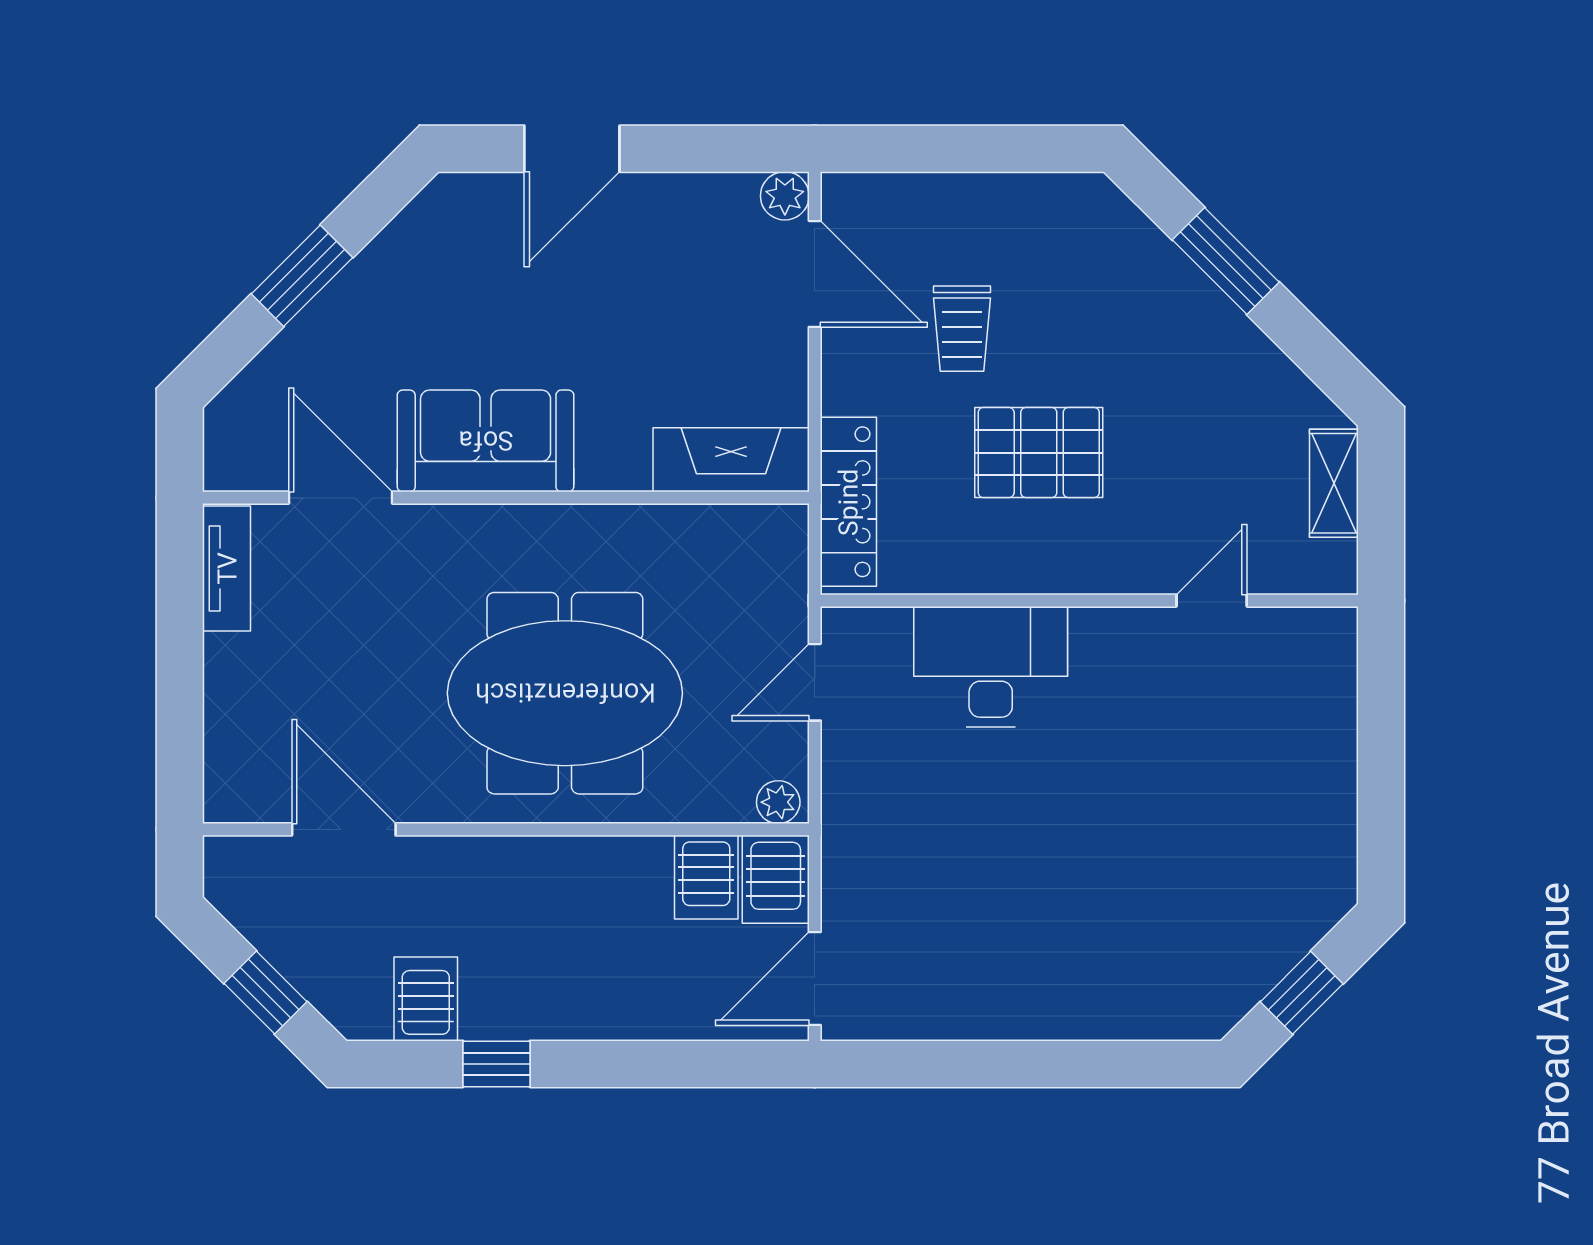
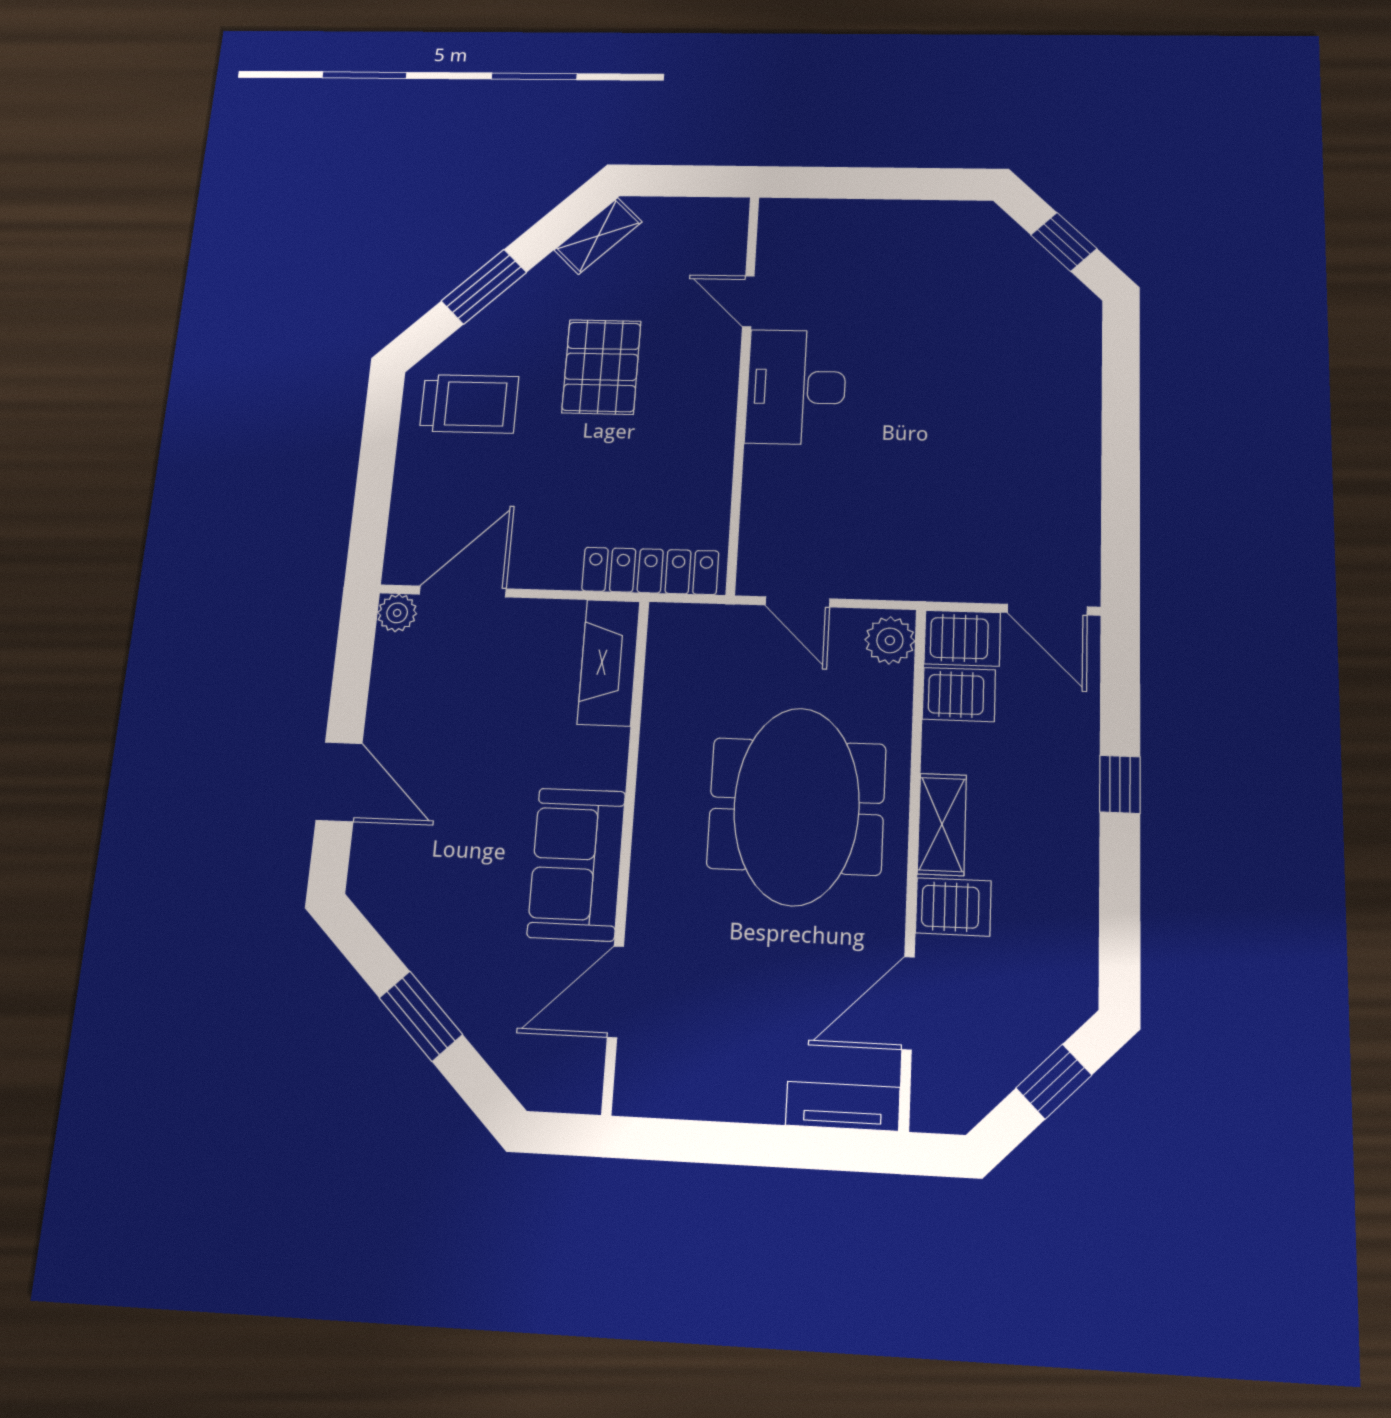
trolley: (962, 329) -> (469, 404), moved, width x1.36, depth x1.39
pallet: (1039, 453) -> (601, 367), moved
shelving: (1334, 483) -> (598, 236), moved, turned -45
tv unit: (227, 568) -> (843, 1106), moved
desk: (991, 667) -> (796, 387), moved
plant: (778, 802) -> (890, 640), width x1.38, depth x1.38
shelving: (550, 862) -> (942, 824), added
server rack: (426, 999) -> (953, 907), moved, turned 180
window: (496, 1064) -> (1120, 784), moved

